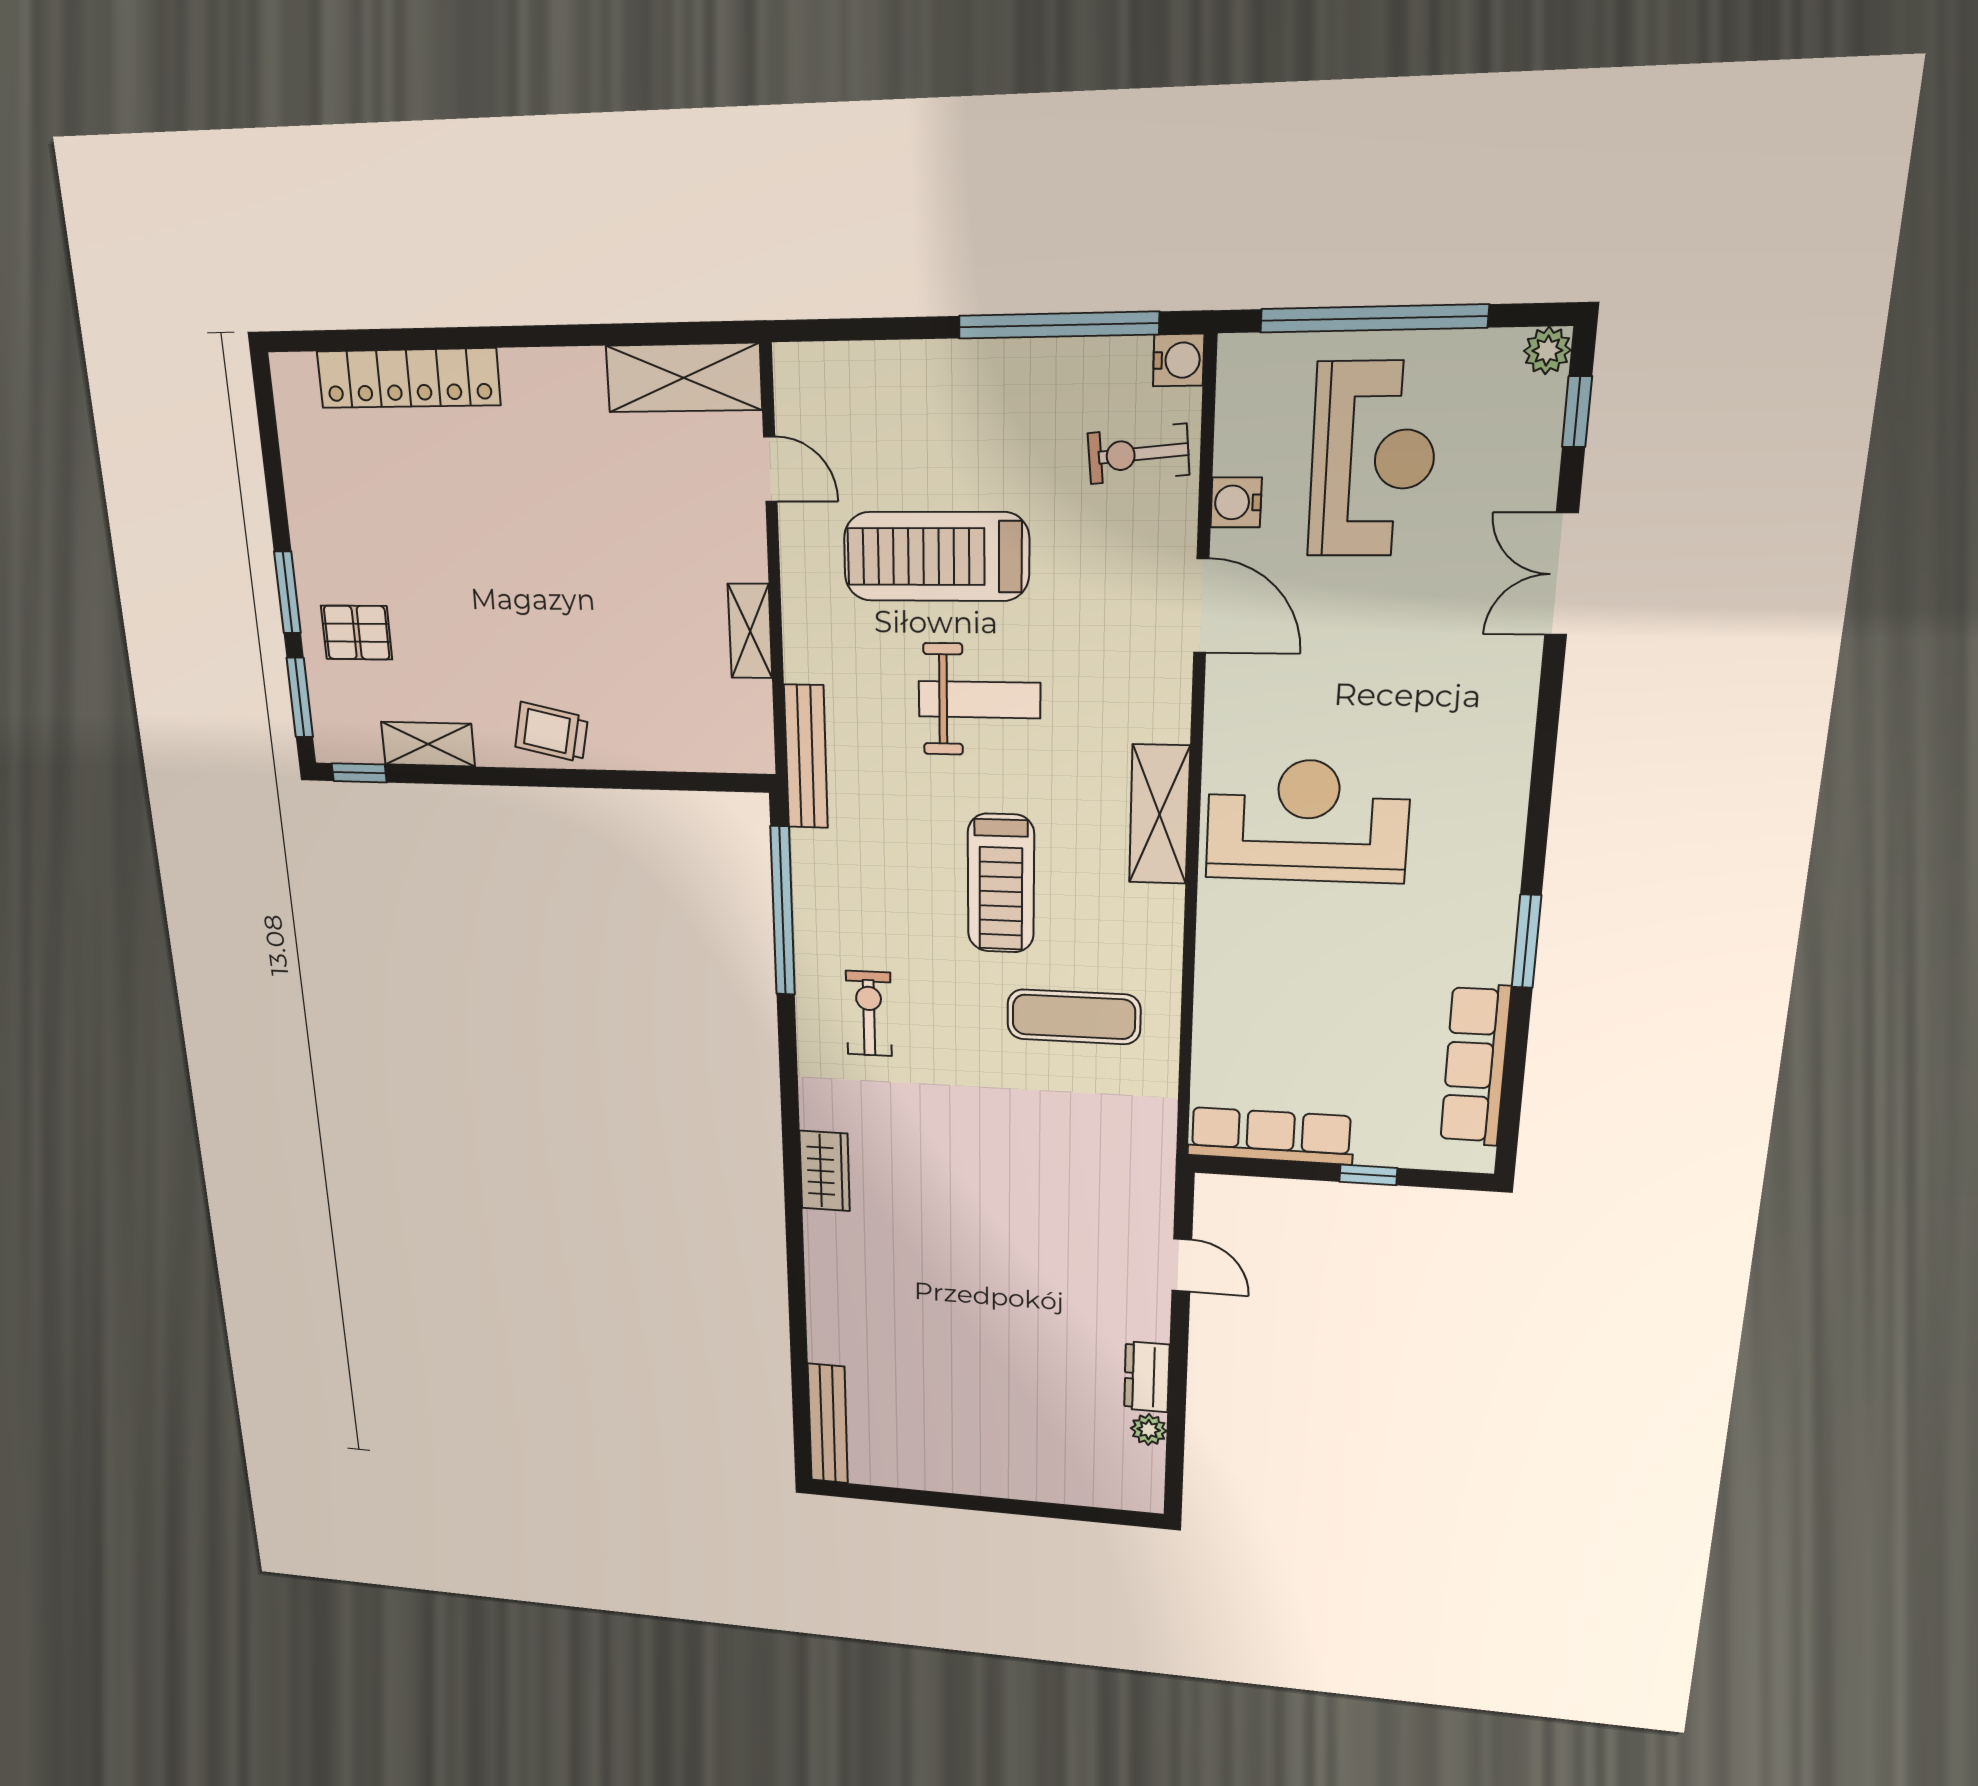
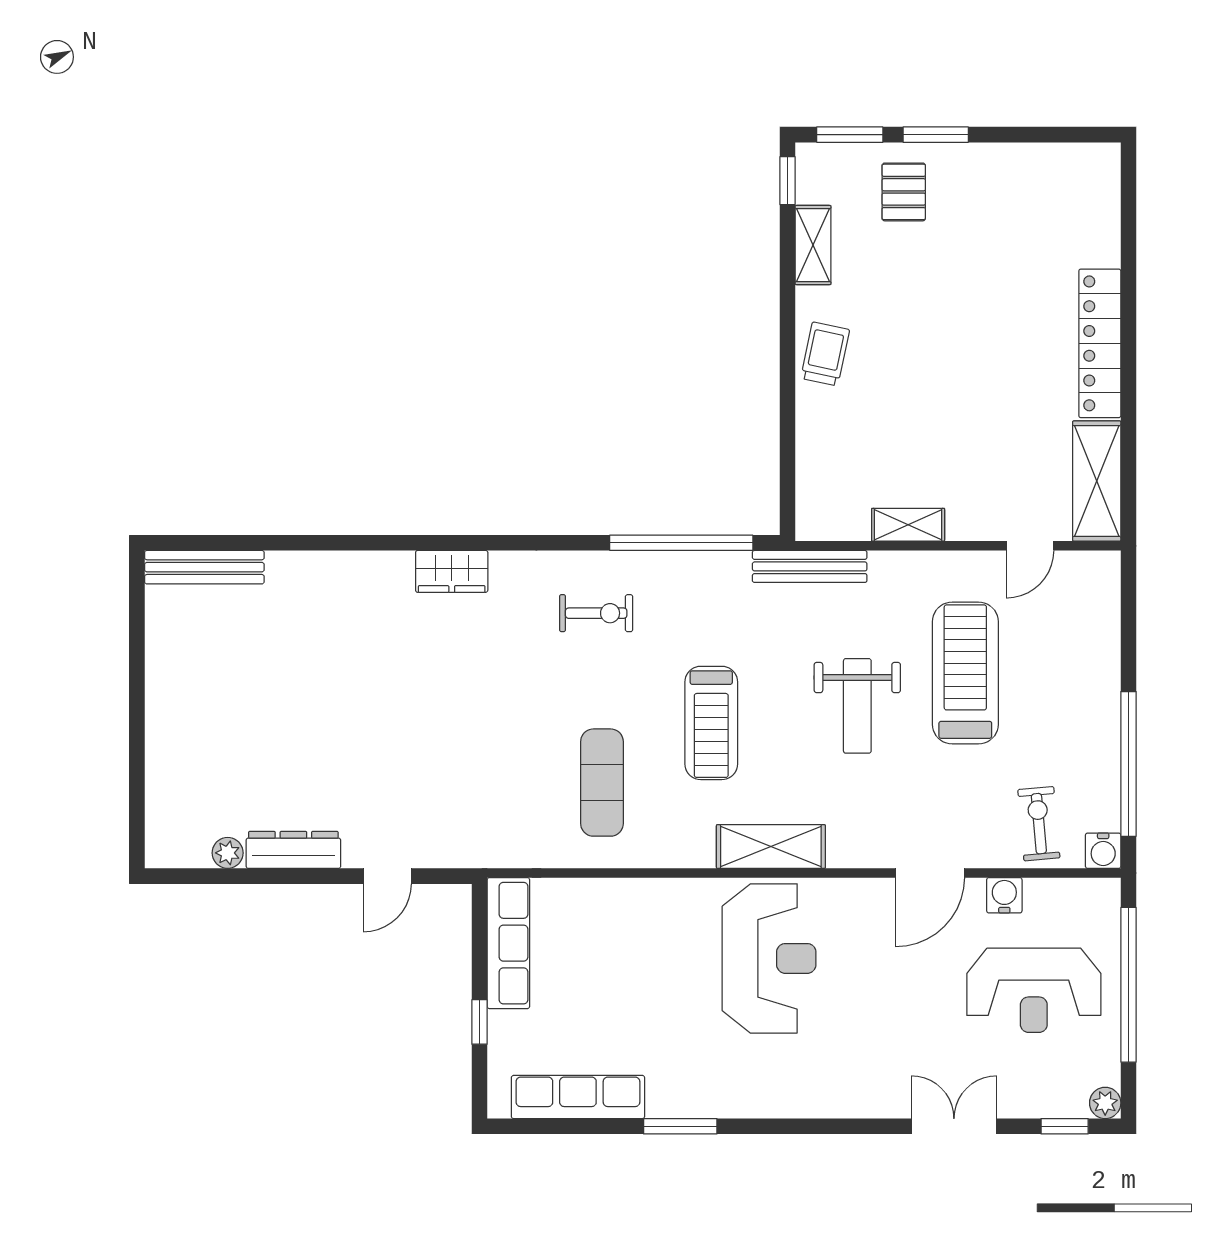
locker: (408, 378) -> (1100, 343), moved
treadmill: (1001, 883) -> (711, 723), turned -90
dresser: (1147, 1377) -> (293, 850), width x1.44

